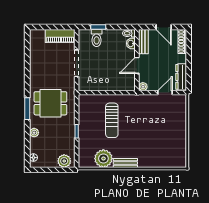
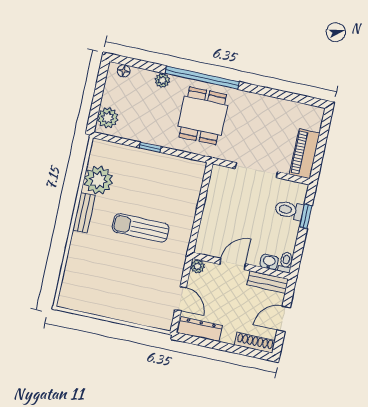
door: (137, 65) -> (233, 264), hinge flipped
window: (27, 109) -> (202, 78), width x2.11
sun lounger: (112, 120) -> (141, 228), moved

